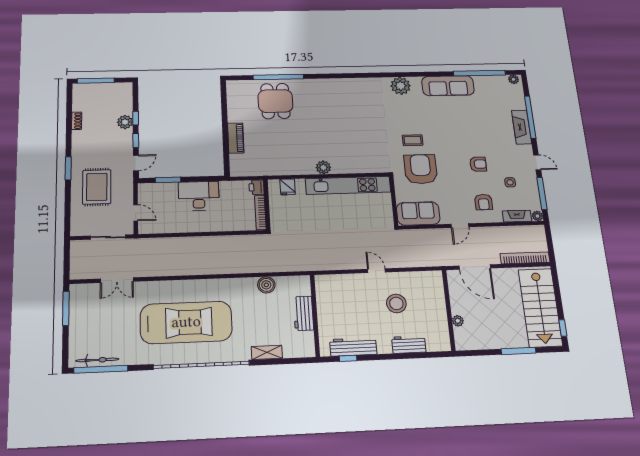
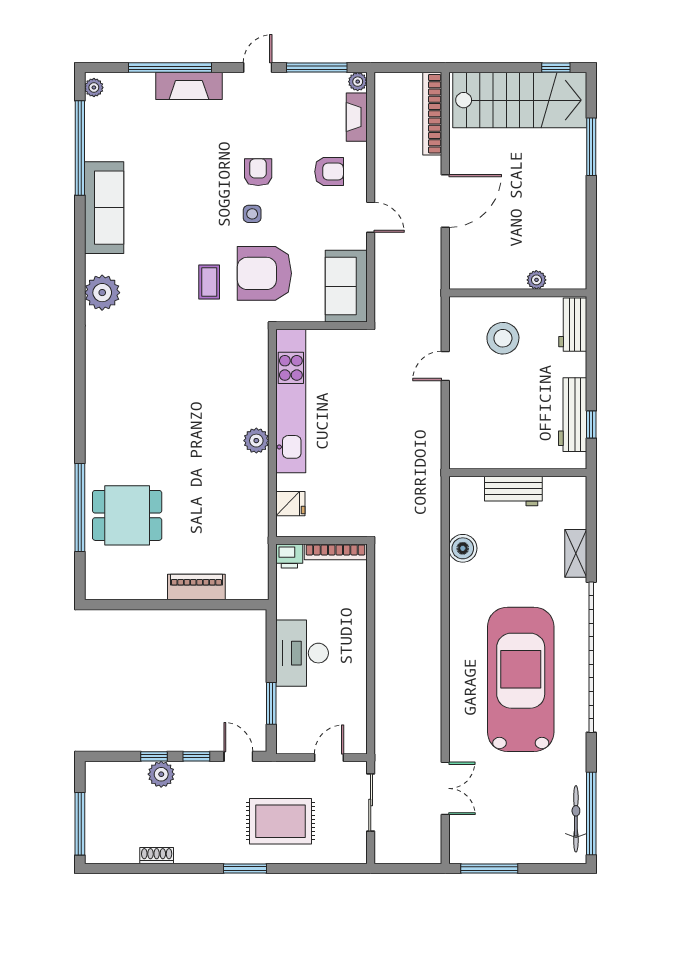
side table: (510, 182) -> (252, 214), moved
wall: (449, 310) -> (518, 293), moved
plant: (458, 321) -> (536, 280), moved

